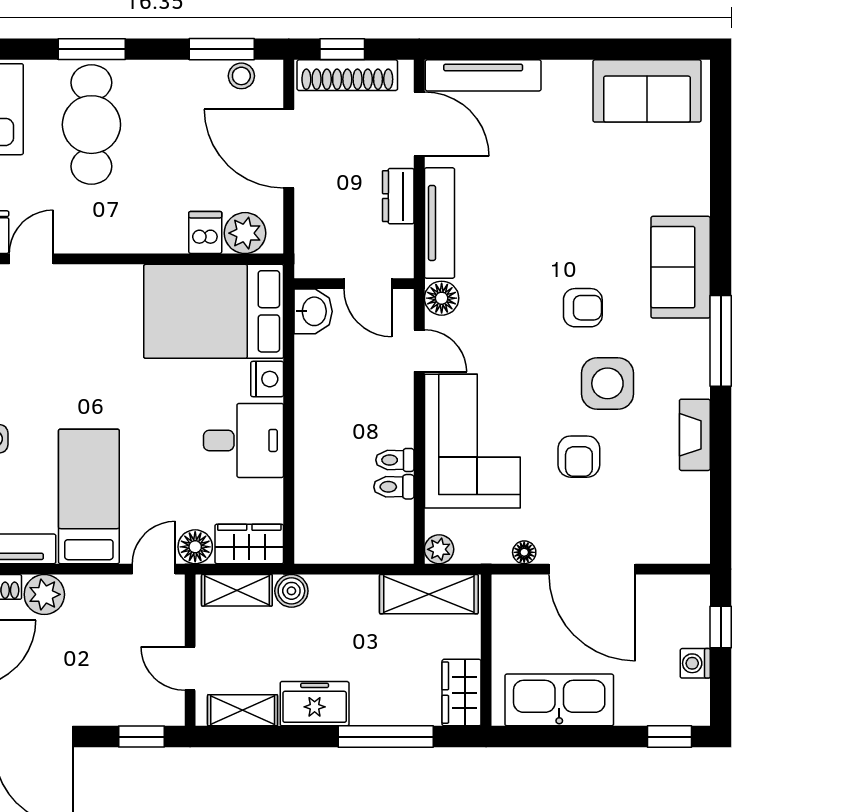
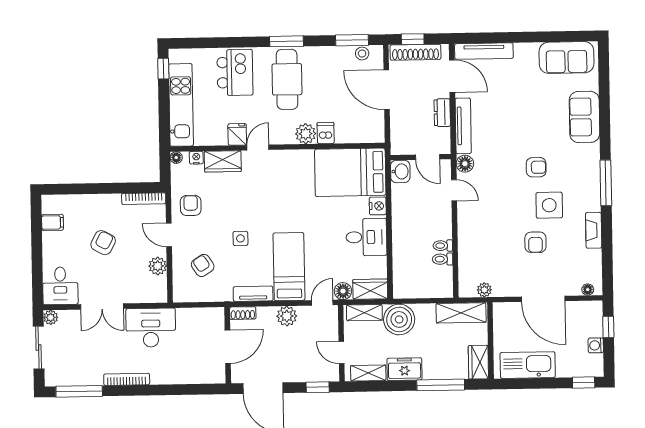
dishwasher: (205, 232) -> (326, 133), moved
plant: (245, 233) -> (306, 134), moved
sofa: (681, 267) -> (584, 117), moved
corner sofa: (472, 441) -> (482, 235), removed
plant: (439, 549) -> (484, 290), moved
floor lamp: (524, 552) -> (588, 290), moved
boiler: (291, 591) -> (399, 319), width x1.86, depth x1.86
plant: (44, 594) -> (287, 316), moved

